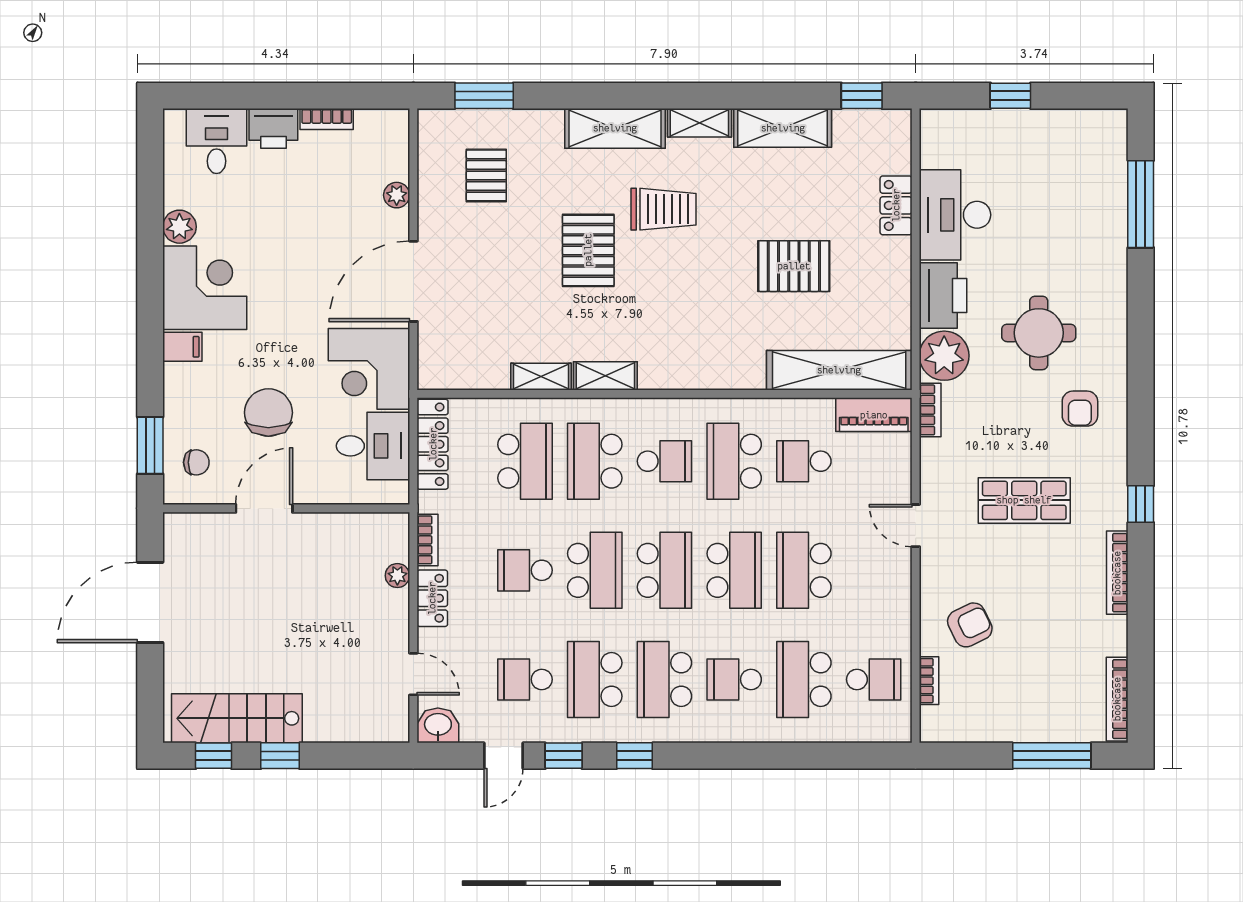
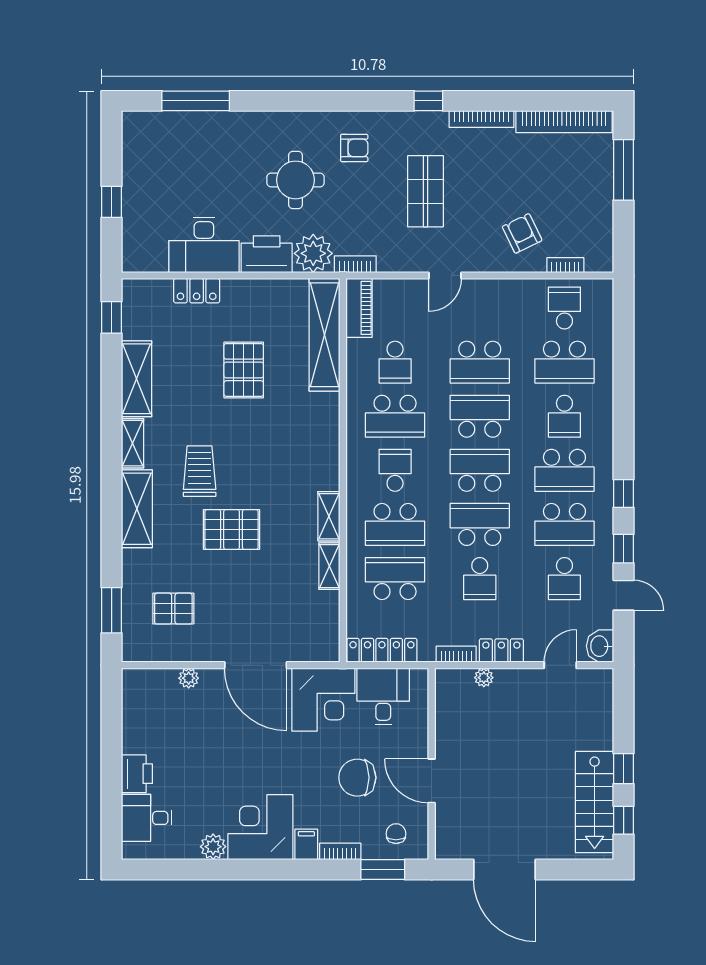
bookcase: (327, 119) -> (340, 851), moved, turned -90
bookcase: (1117, 699) -> (564, 122), width x1.48, depth x1.31

